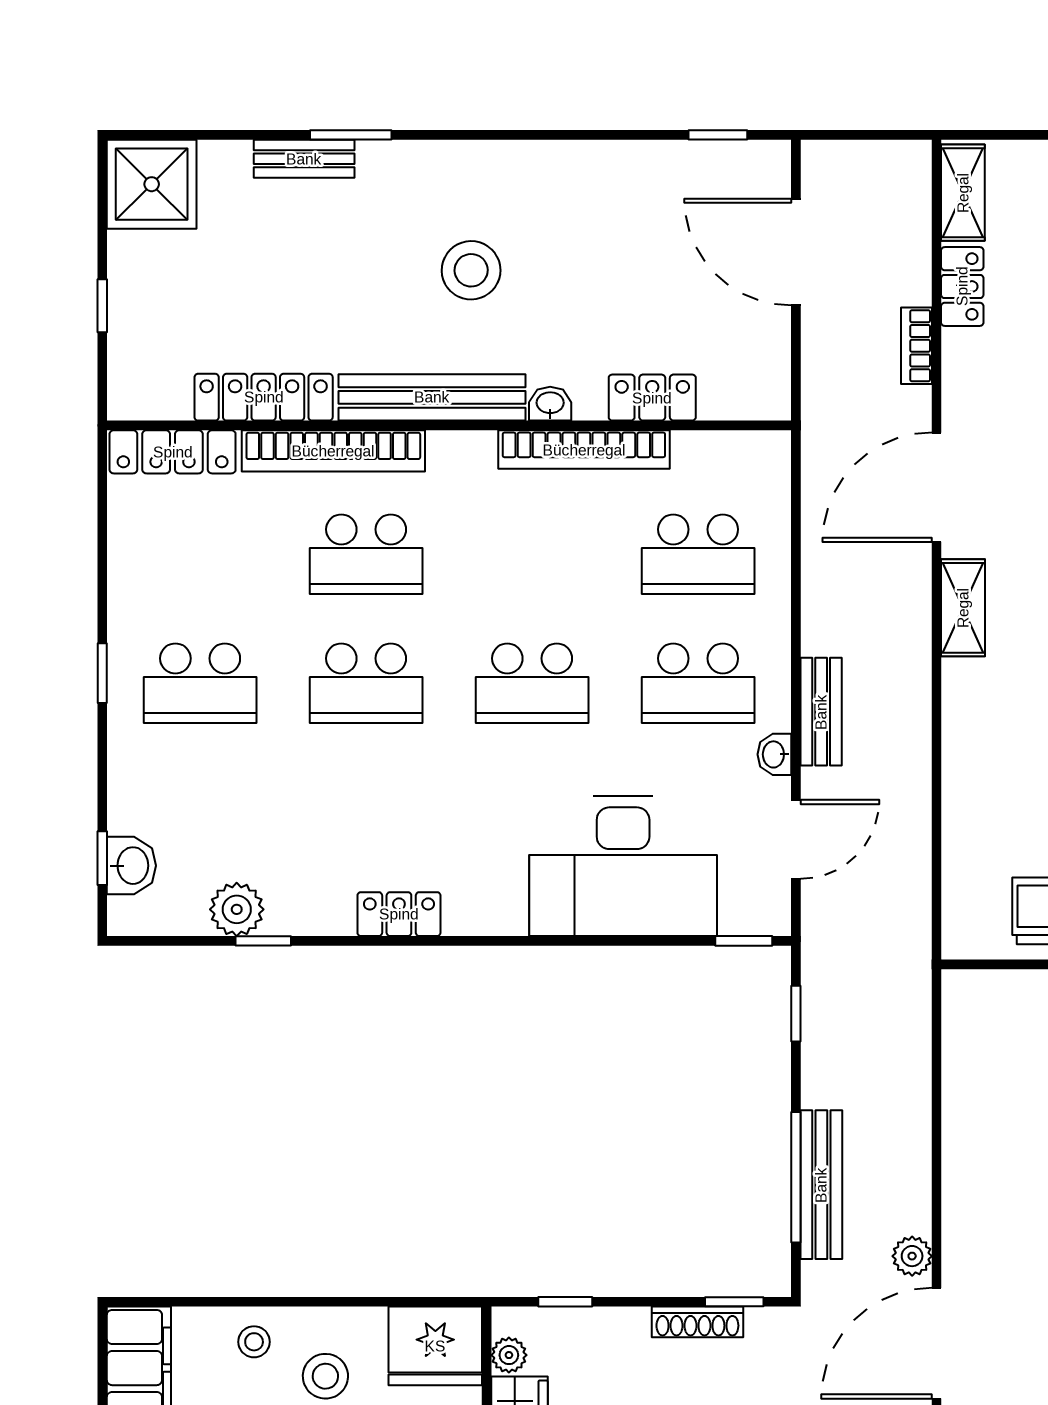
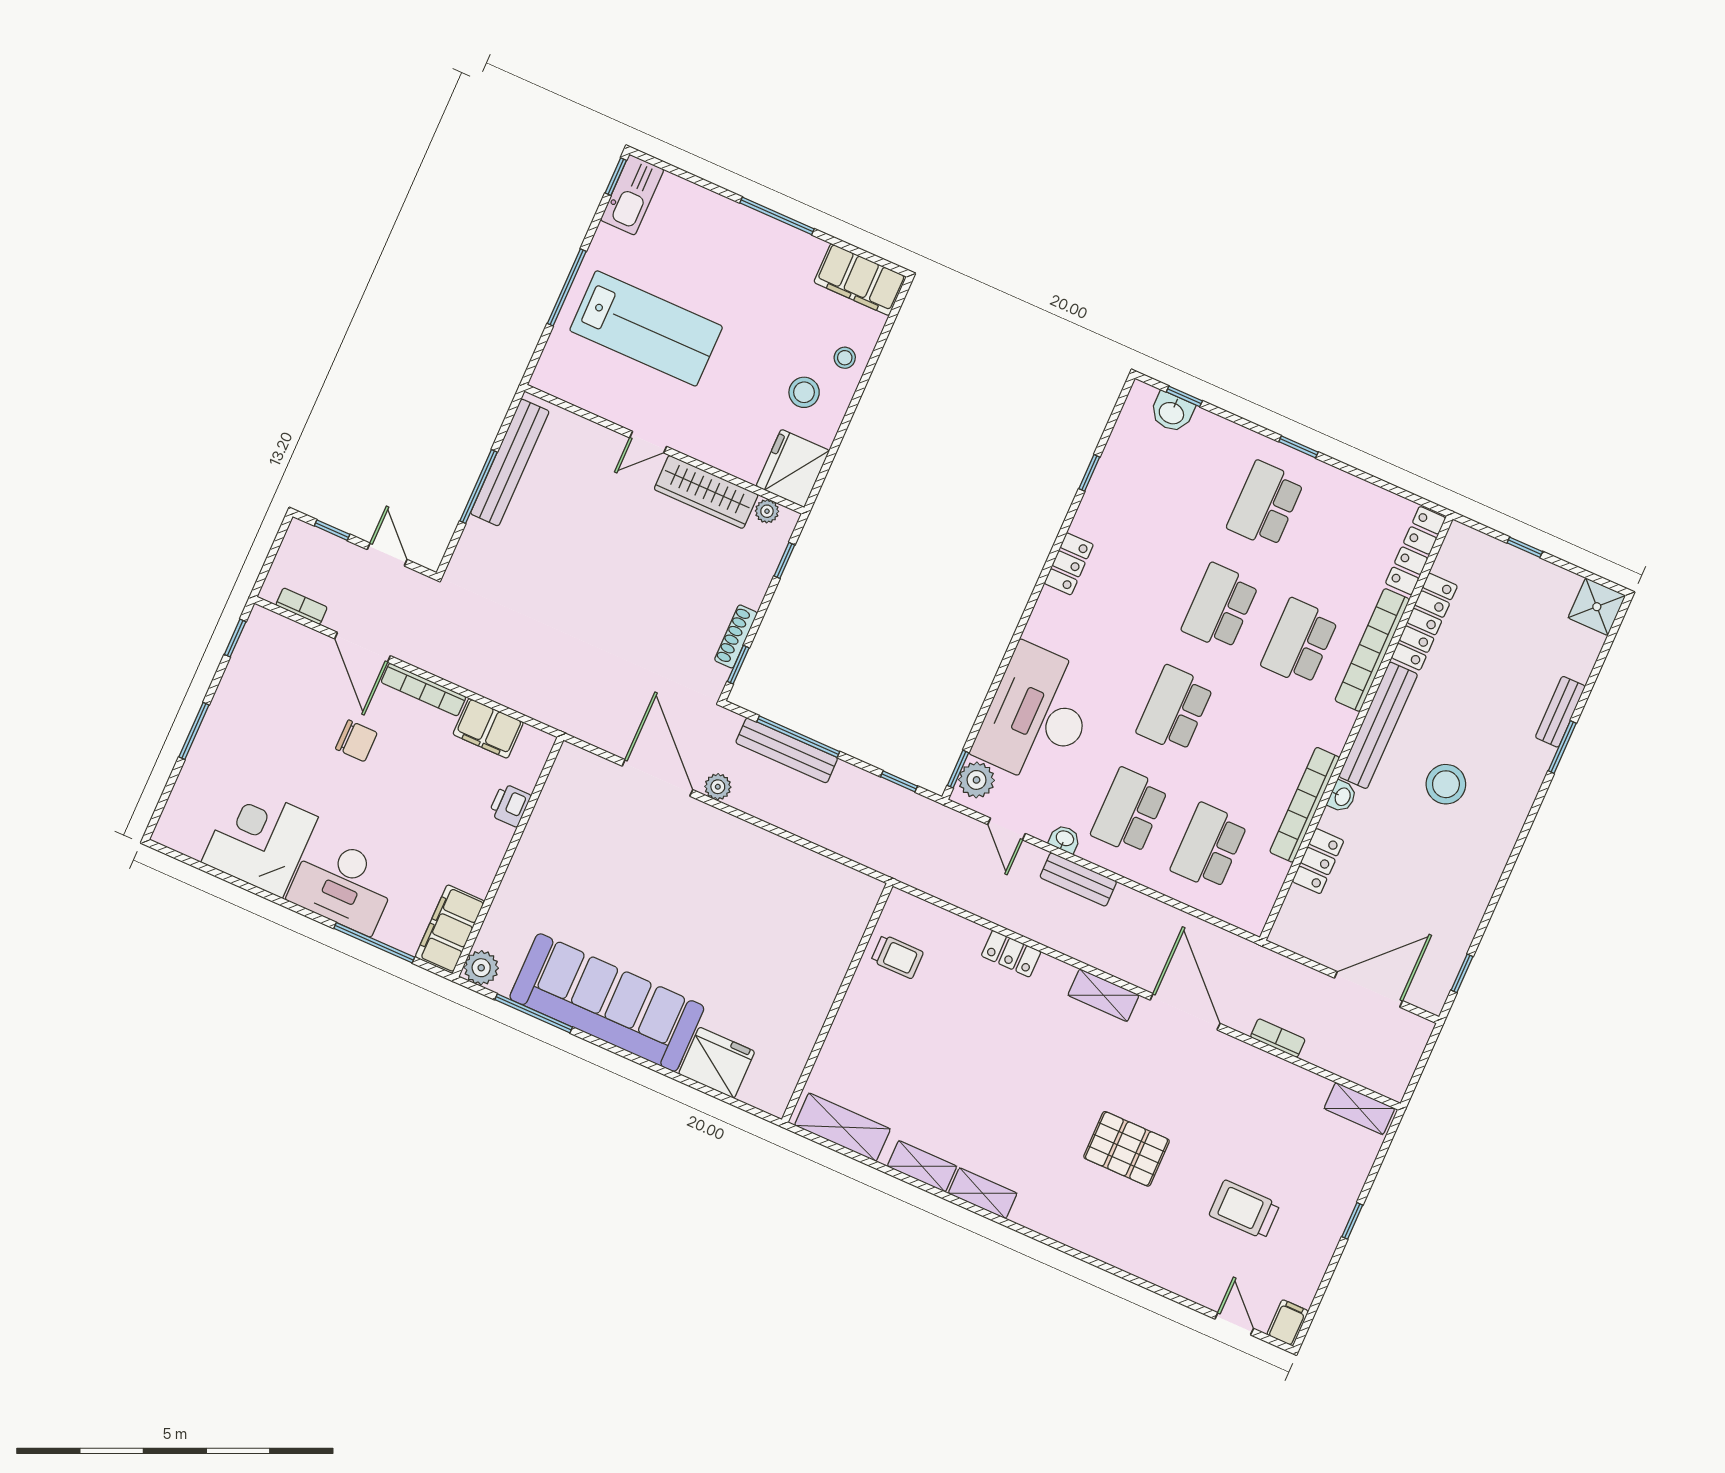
shower: (152, 184) -> (1597, 607), width x0.73, depth x0.73
locker: (962, 286) -> (1011, 954), moved
door: (796, 839) -> (1007, 829), width x0.73
plant: (237, 909) -> (977, 780), moved

